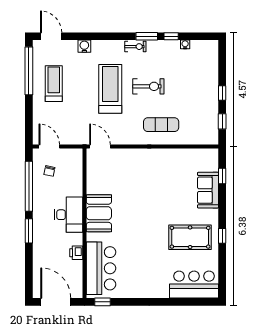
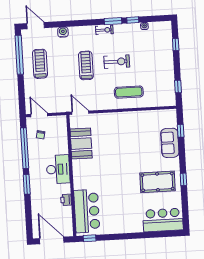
treadmill: (110, 89) -> (86, 65), width x0.73, depth x0.73
window: (222, 93) -> (176, 45), moved
booth: (99, 213) -> (81, 144), moved

